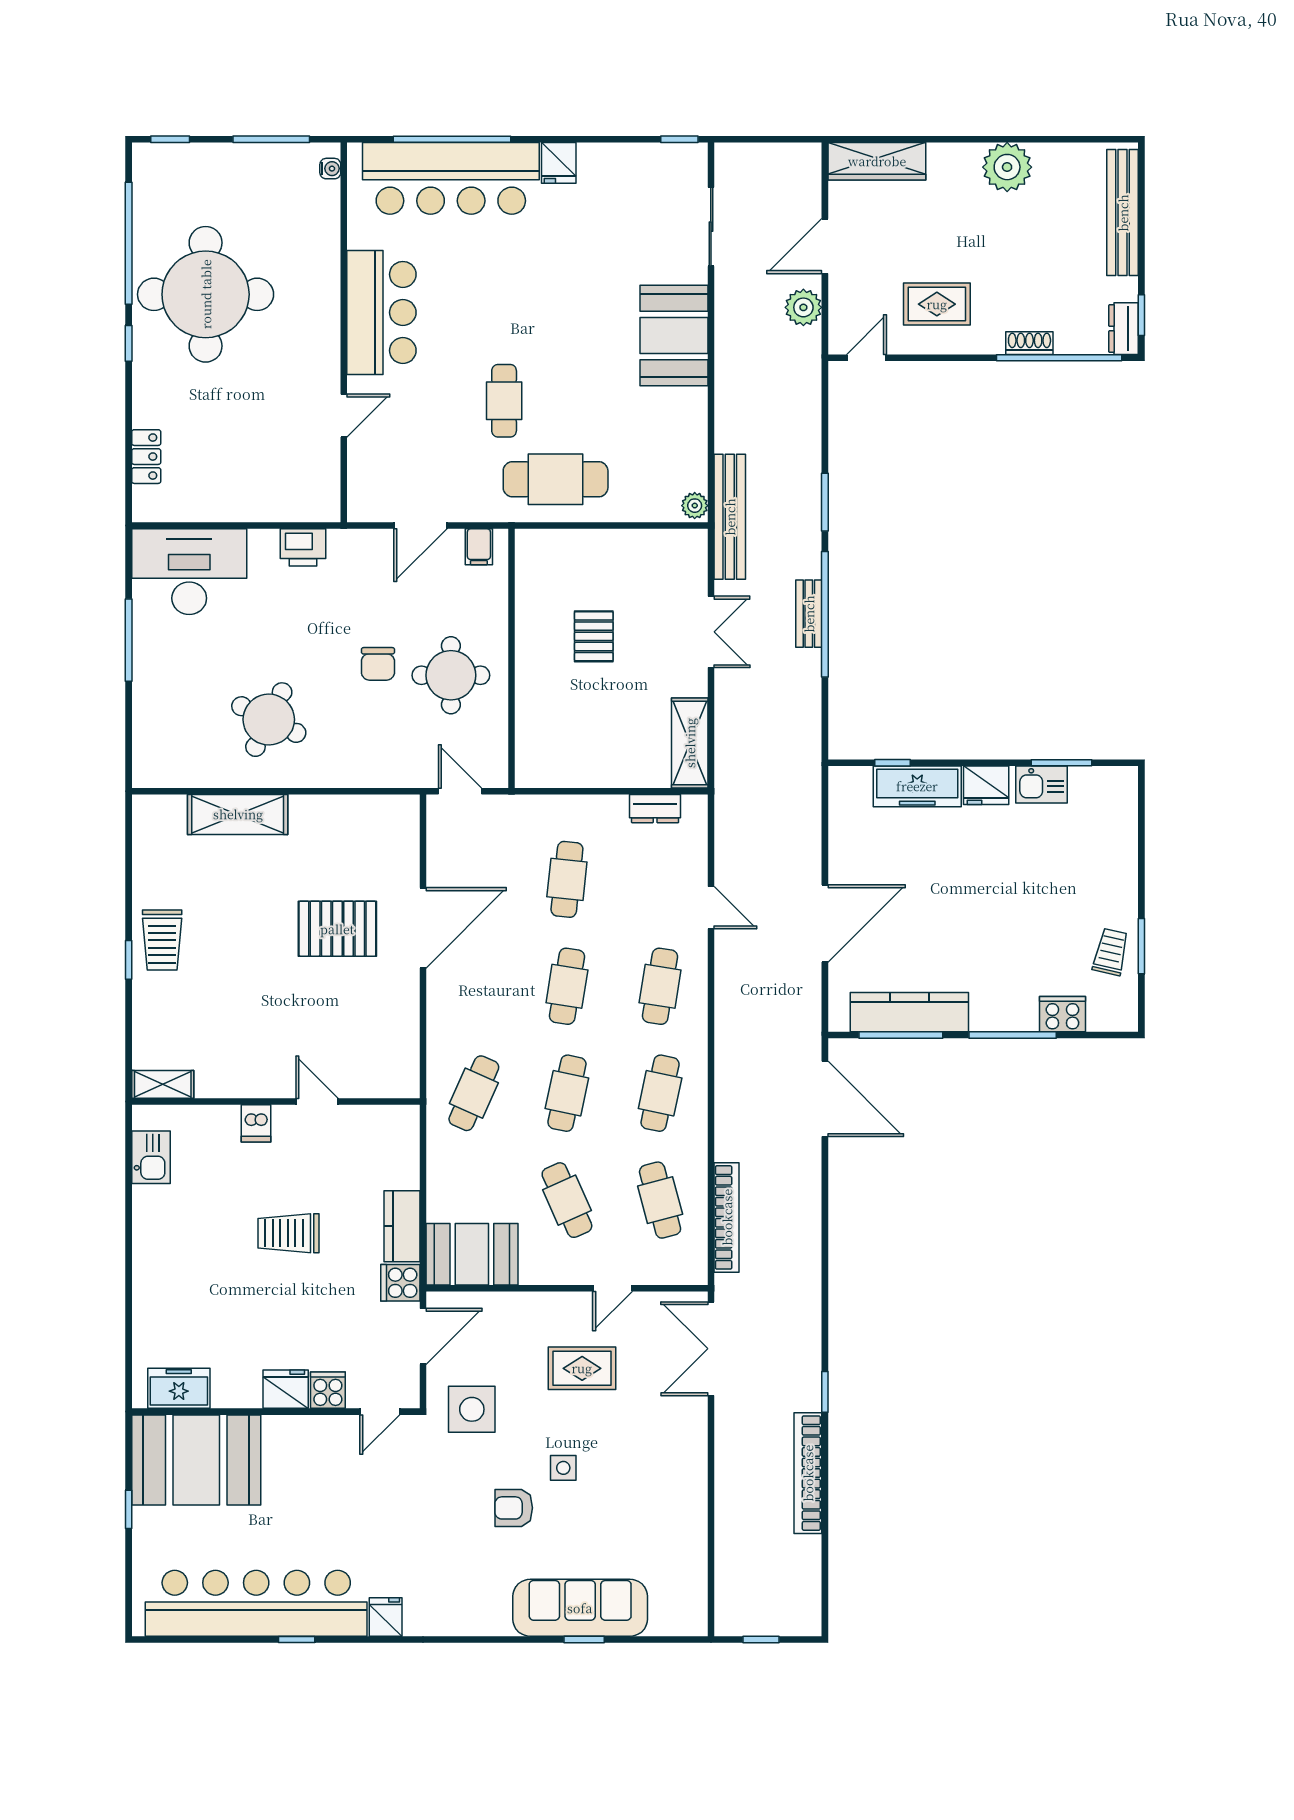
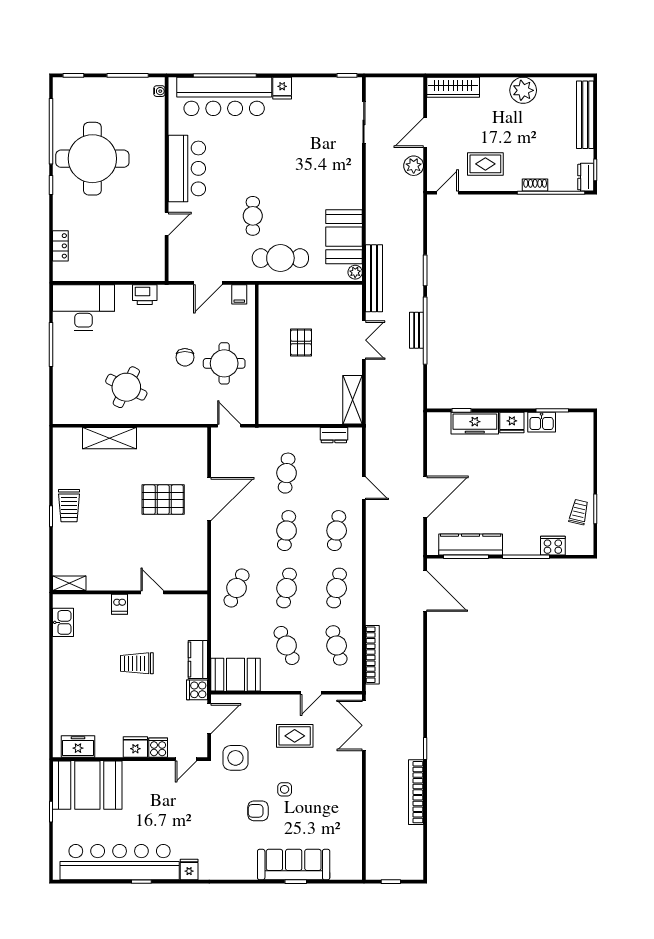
booth: (674, 336) -> (344, 237), moved

